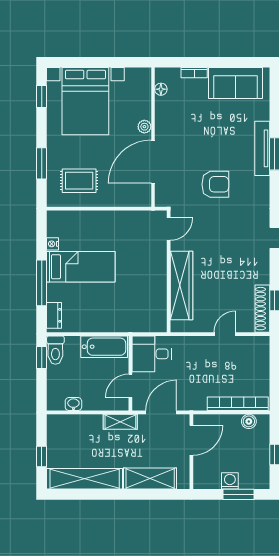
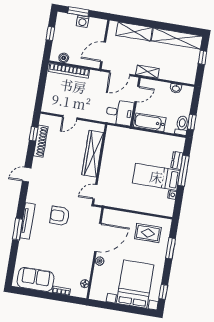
tv unit: (262, 148) -> (27, 221), moved
shoe rack: (262, 309) -> (41, 141), moved
dresser: (54, 315) -> (177, 160), moved

